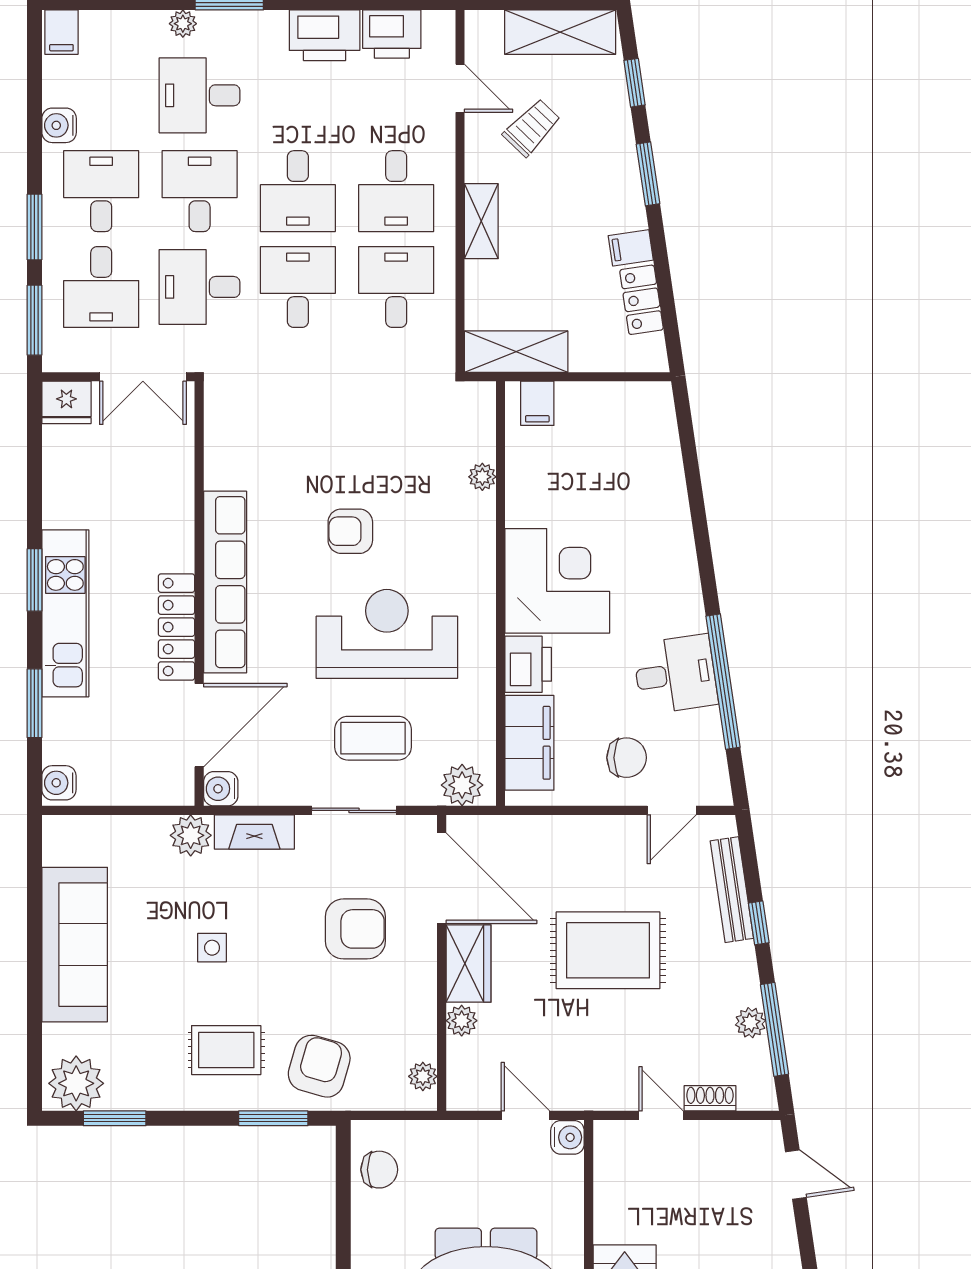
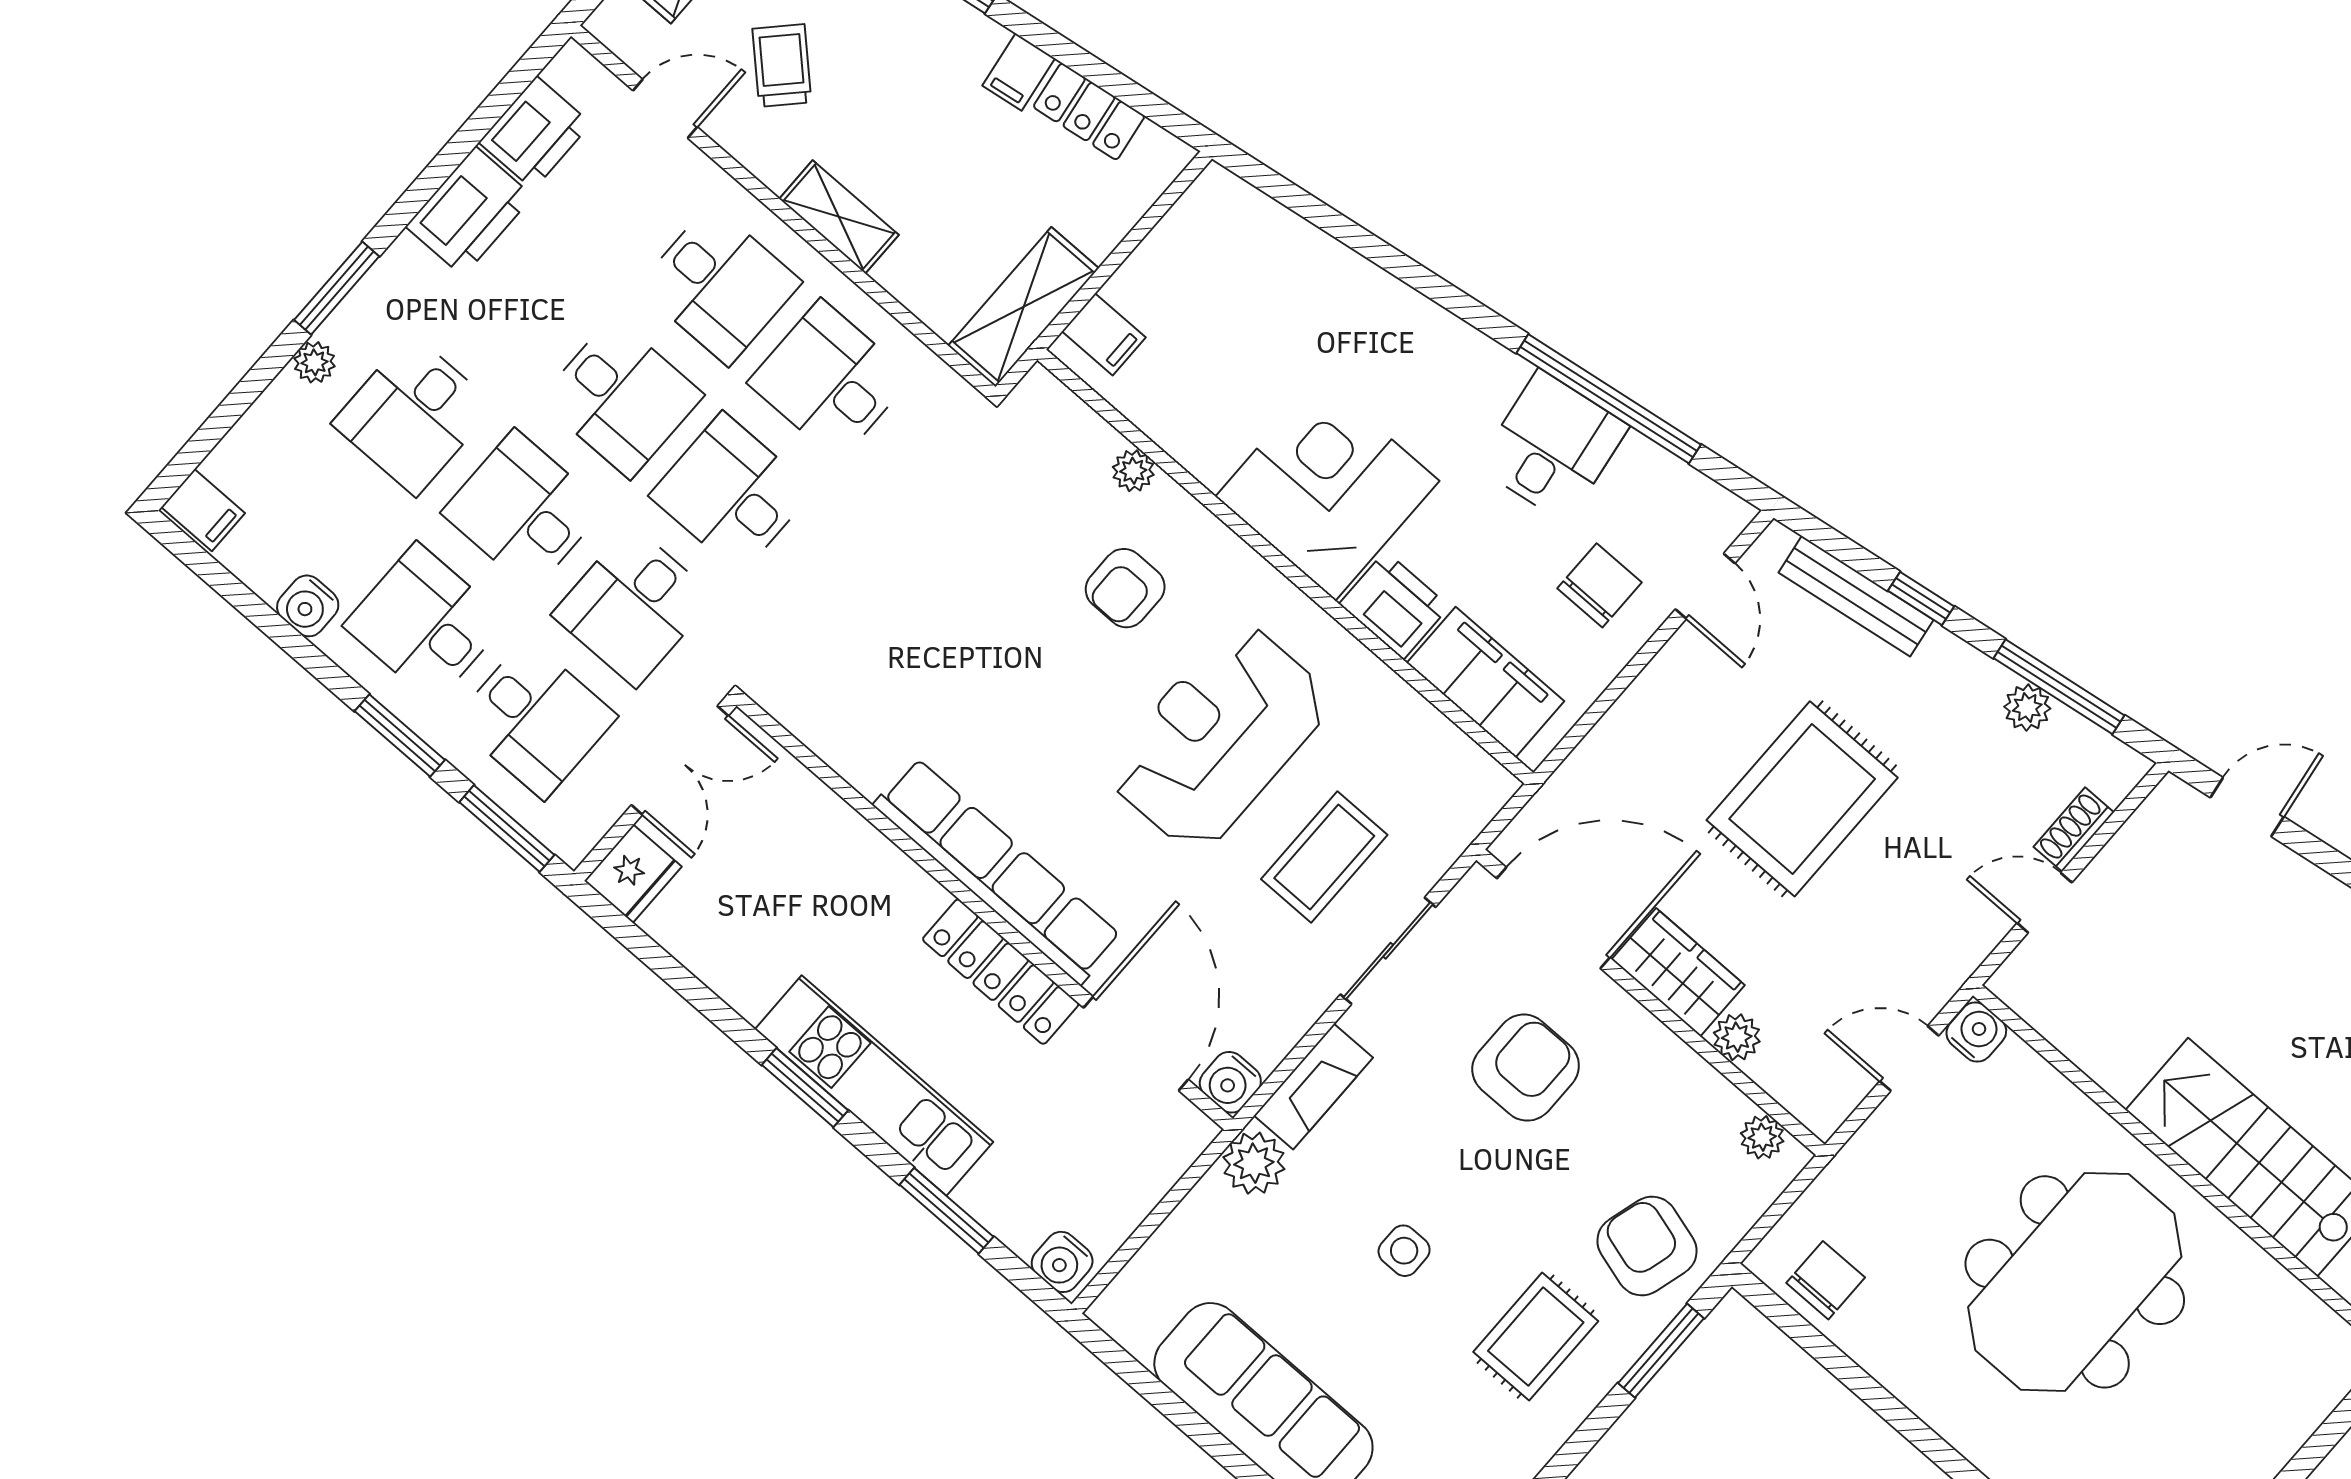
armchair: (350, 531) -> (1125, 588), moved
plant: (462, 785) -> (1467, 802), removed

